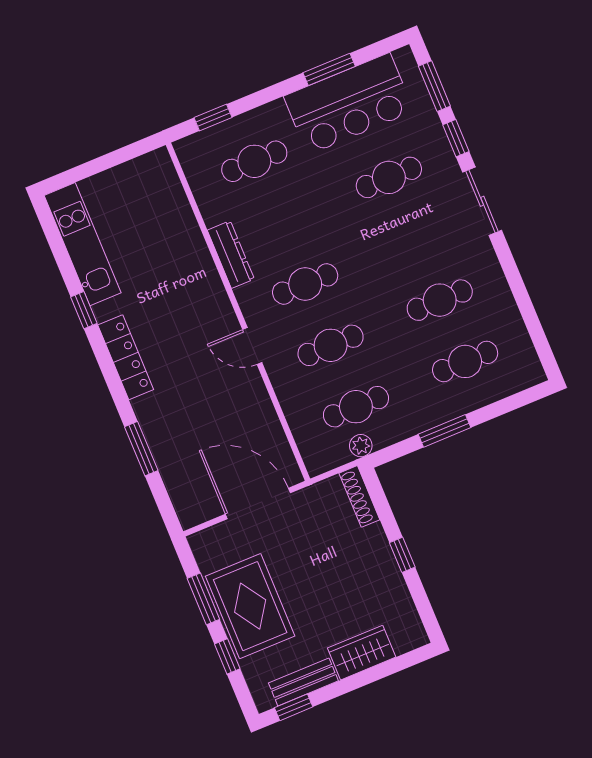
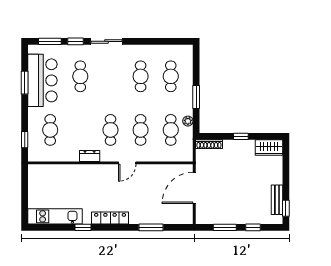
dresser: (231, 255) -> (90, 156), width x0.70
plant: (361, 446) -> (188, 121), moved
rug: (250, 606) -> (236, 209), removed
wardrobe: (362, 653) -> (269, 147), moved, turned -90

